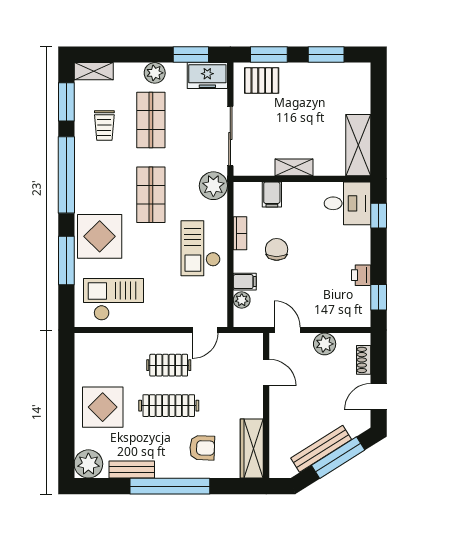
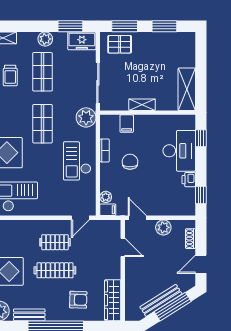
desk: (347, 203) -> (179, 151), moved, width x1.37
filing cabinet: (245, 282) -> (108, 210), moved

